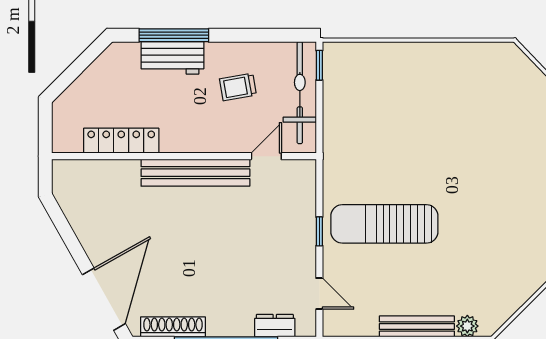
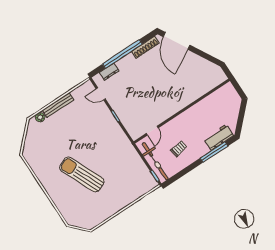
workbench: (172, 58) -> (219, 137), moved
locker: (121, 141) -> (208, 102), removed
bench: (195, 173) -> (174, 108), removed
sun lounger: (384, 224) -> (82, 174), moved, turned -114

